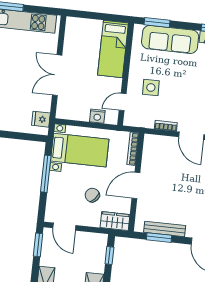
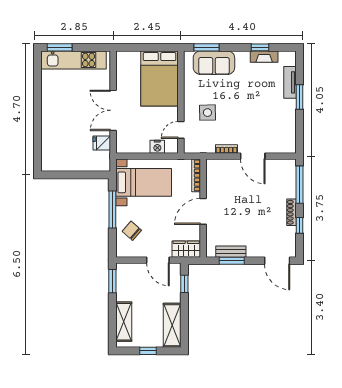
sofa: (170, 39) -> (214, 63), width x0.73
bed: (113, 49) -> (160, 78), width x1.50
fridge: (41, 119) -> (102, 143), moved
chair: (92, 195) -> (132, 231), moved
door: (64, 227) -> (158, 260), moved
bench: (165, 229) -> (231, 252), width x0.73

